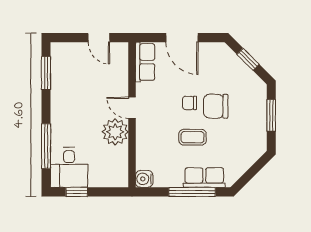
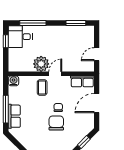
coffee table: (193, 137) -> (42, 87), moved

